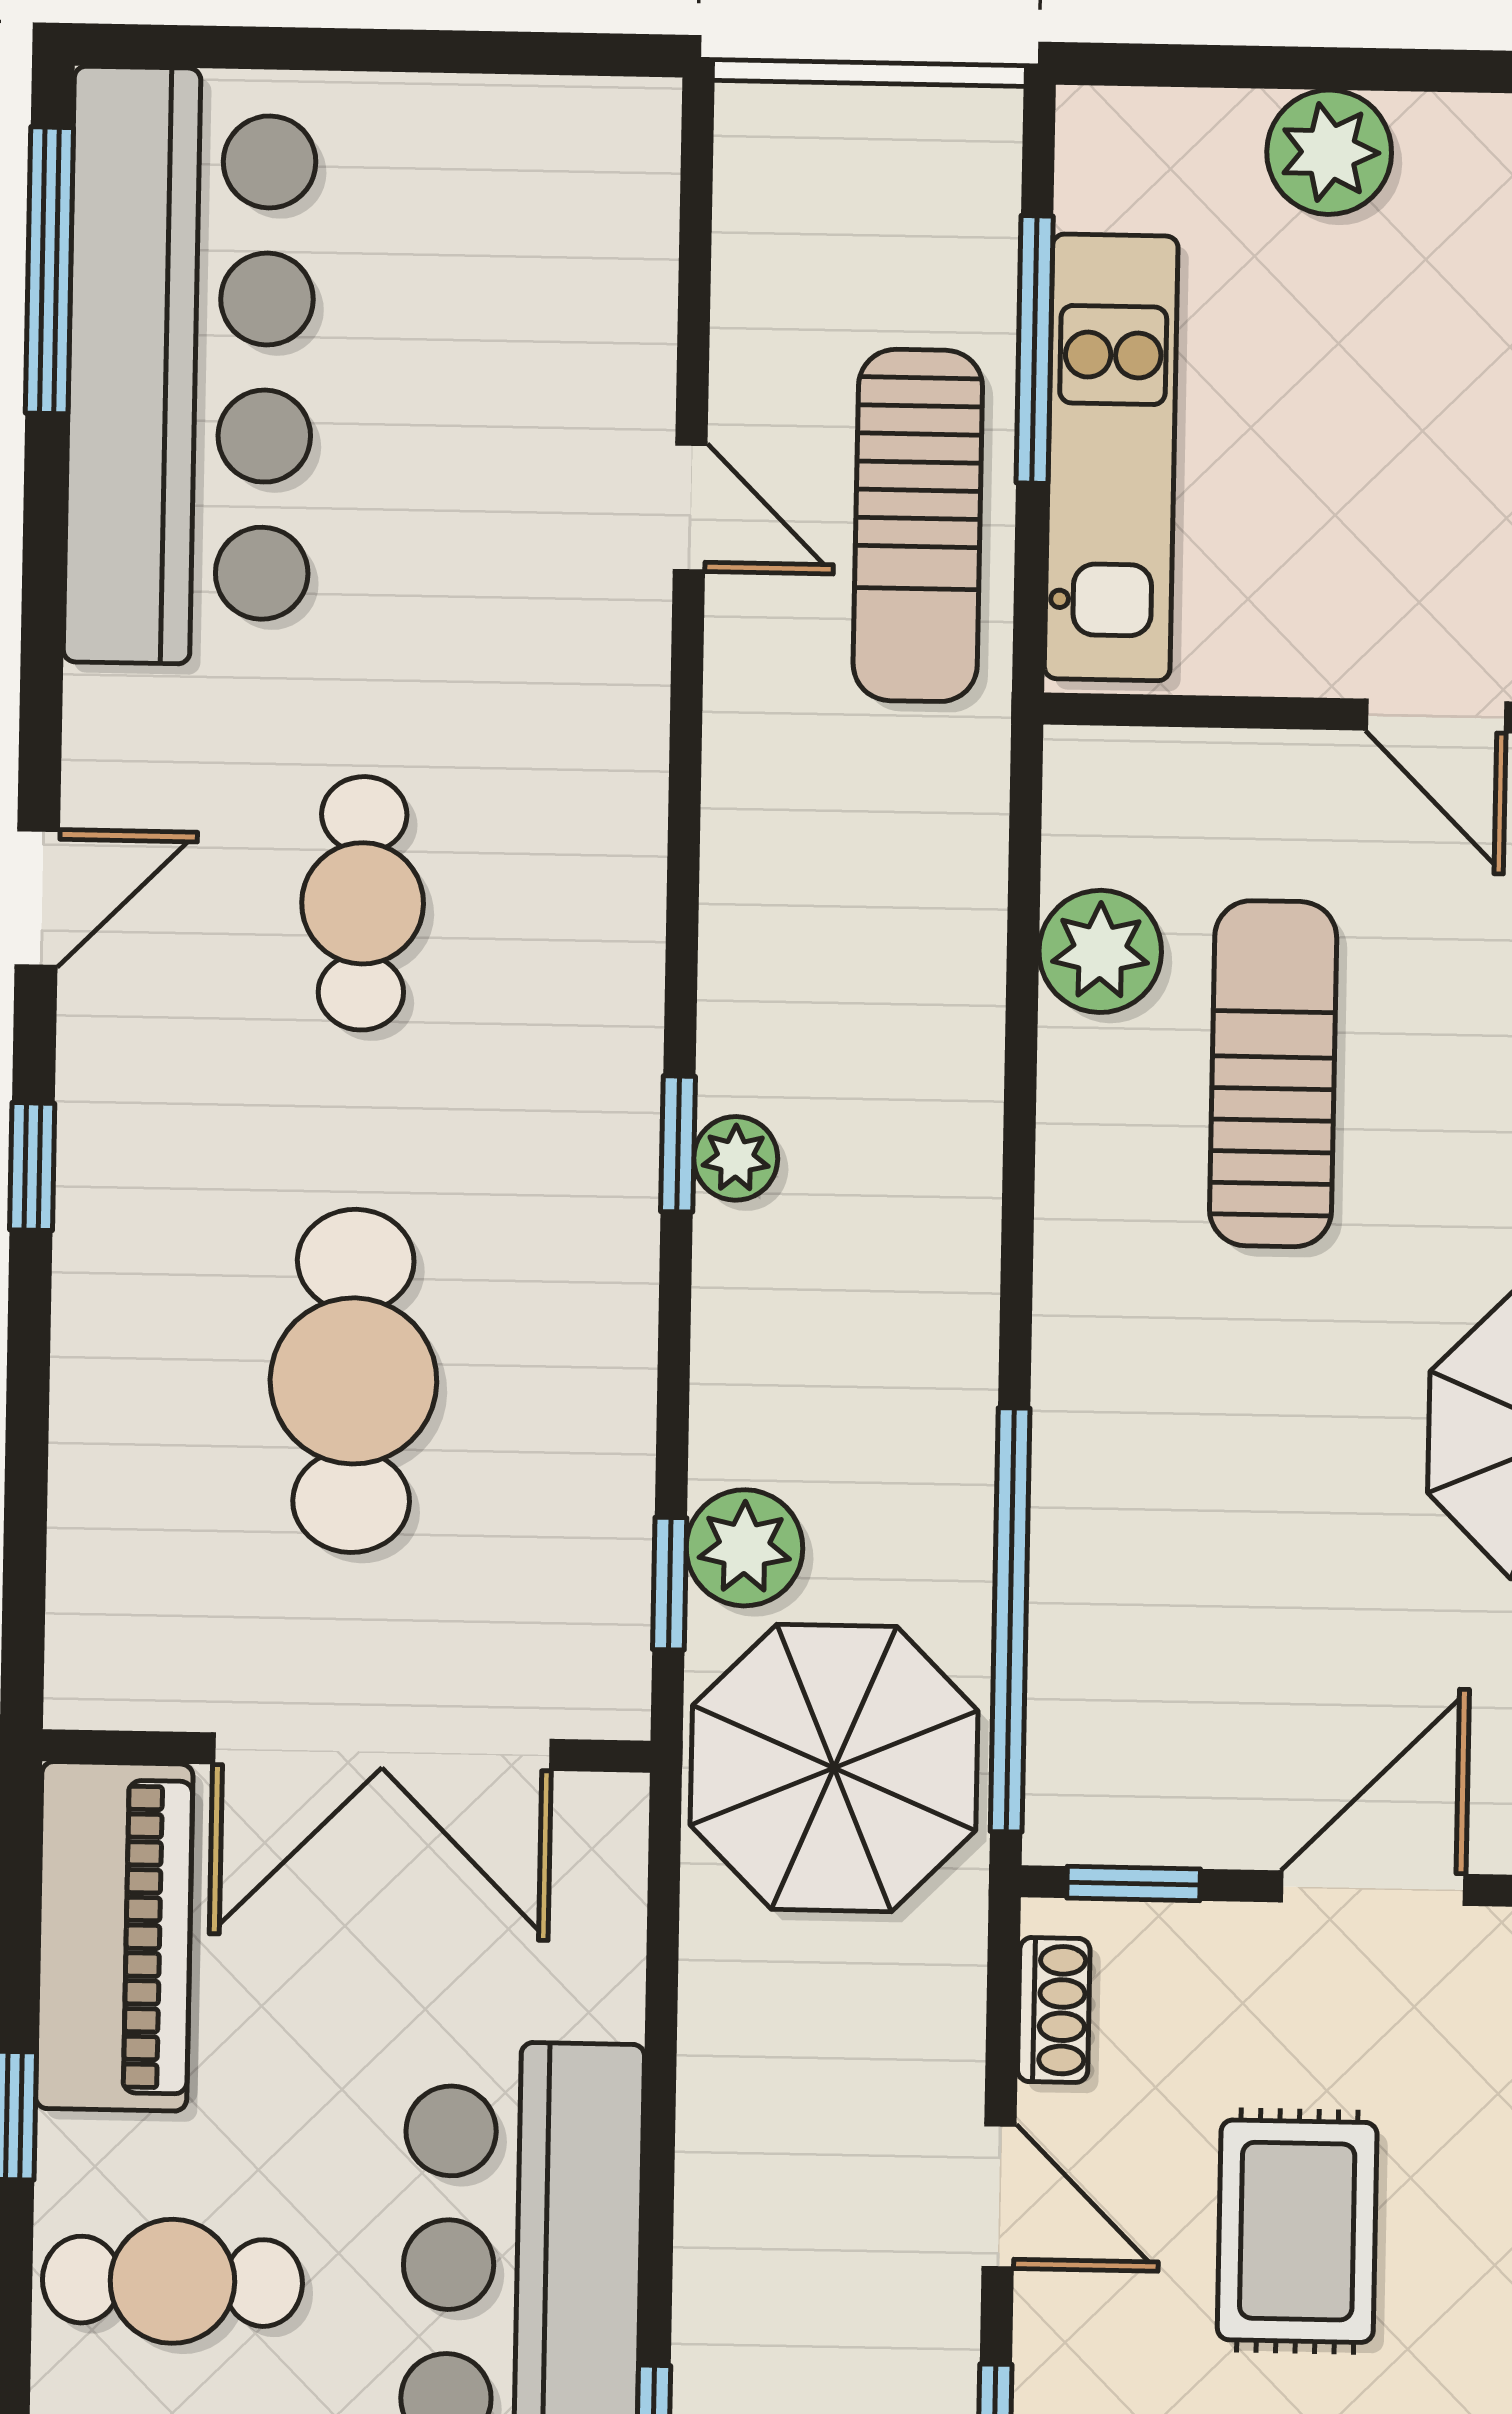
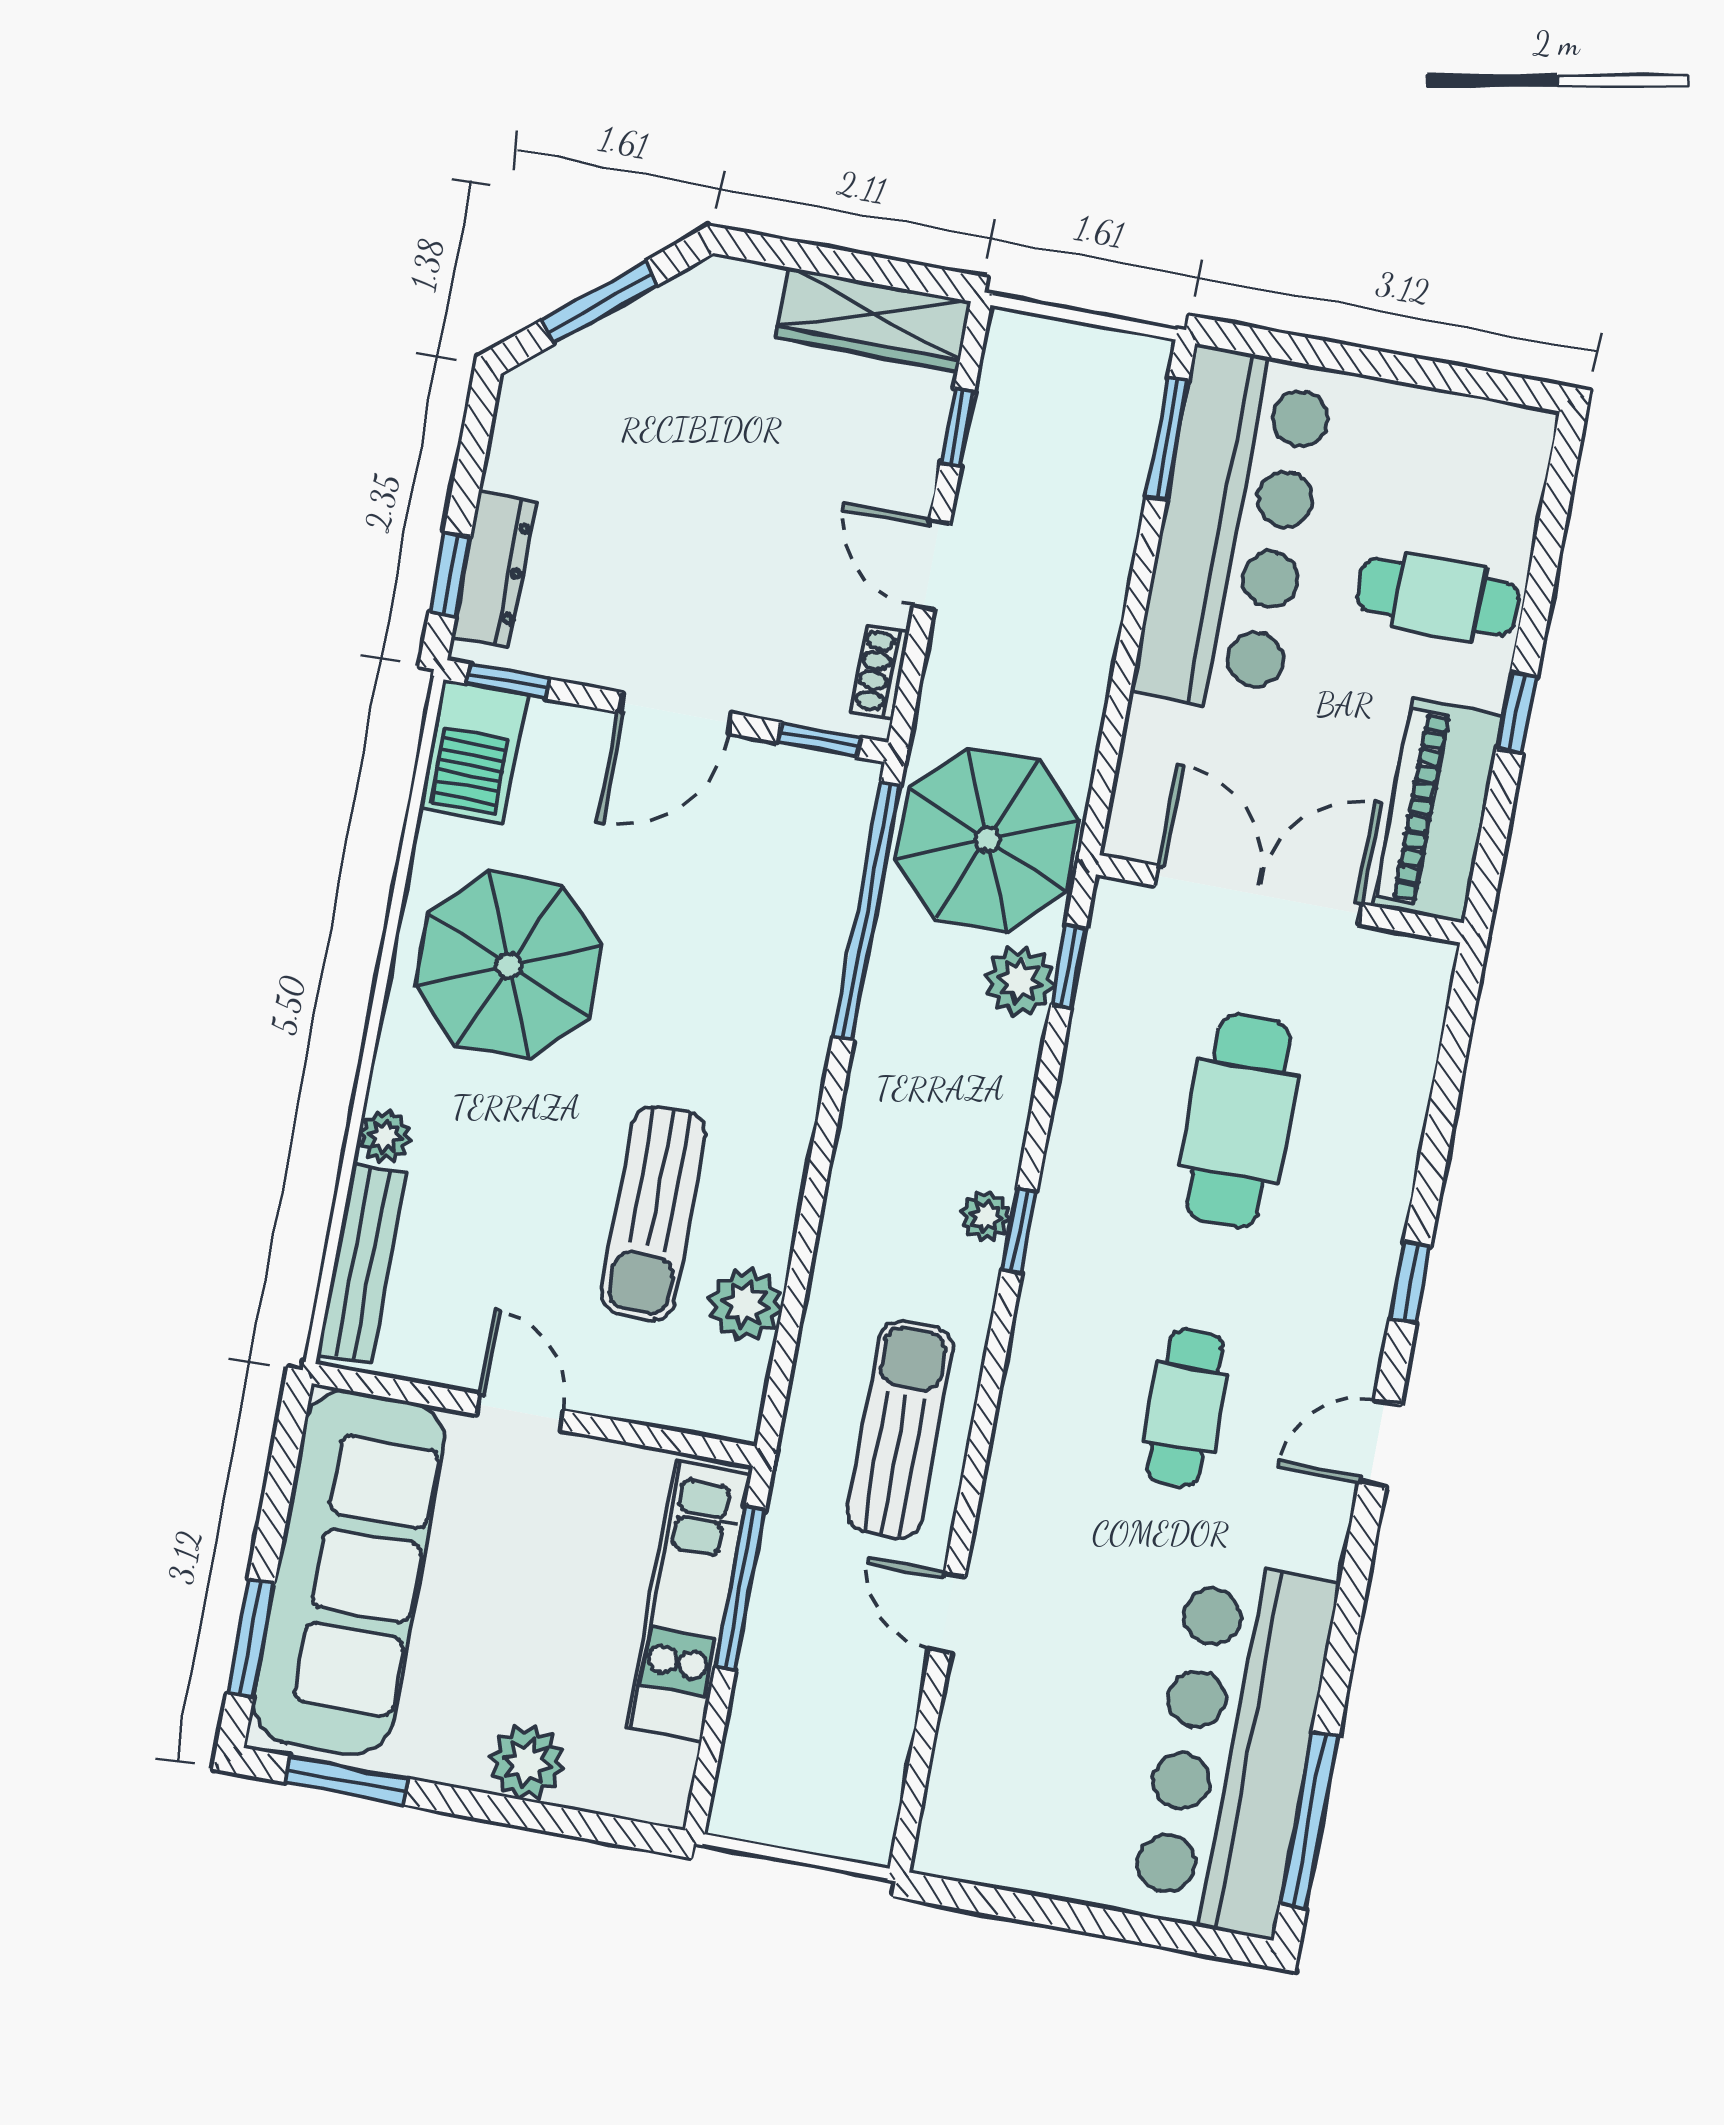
window: (1035, 349) -> (740, 1588), moved
sun lounger: (918, 525) -> (900, 1429), moved
rug: (1297, 2231) -> (756, 514), removed

